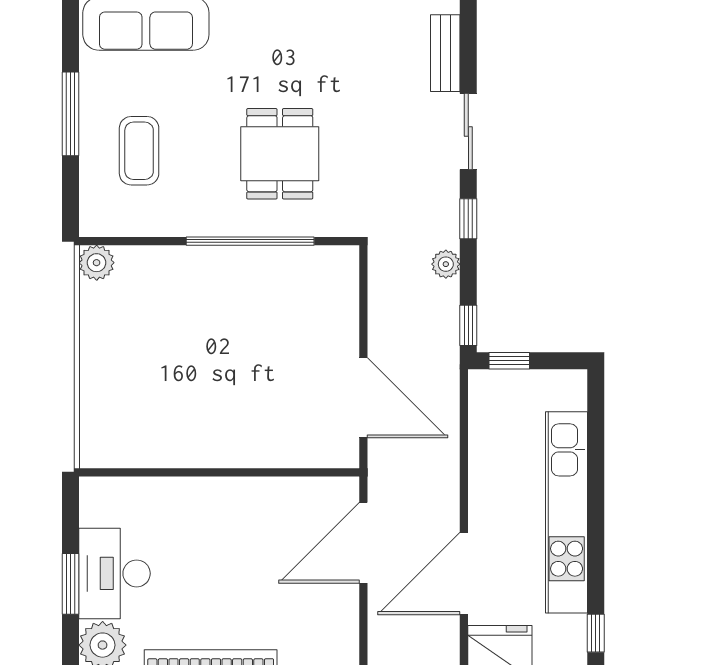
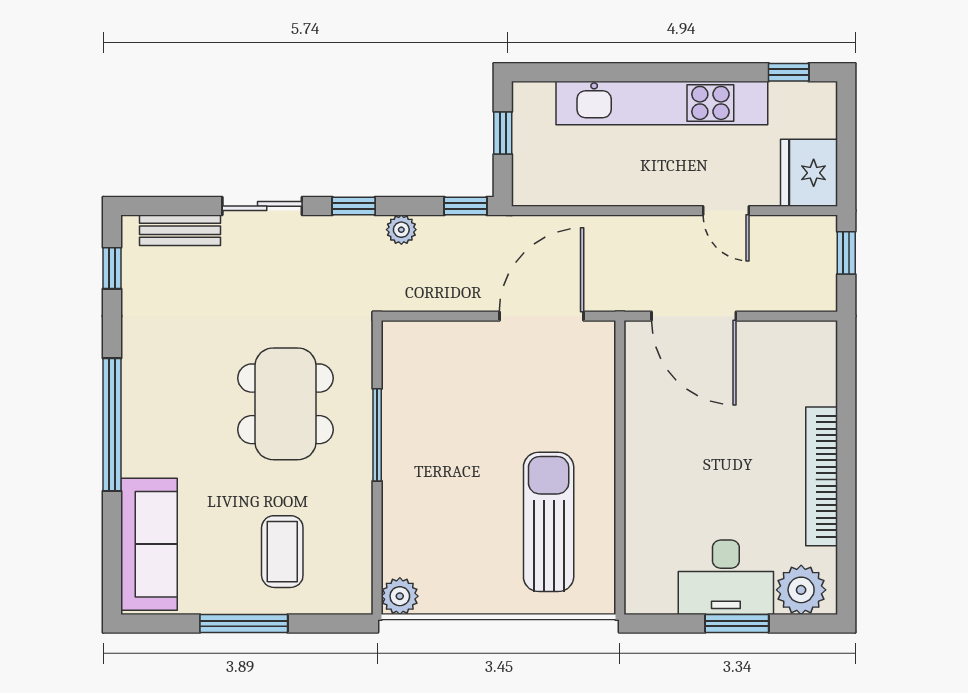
coffee table: (139, 151) -> (282, 552), turned 90
dining table: (280, 154) -> (285, 404), width x1.38
window: (250, 241) -> (377, 435), width x0.68
window: (509, 361) -> (503, 133), moved
sun lounger: (167, 404) -> (549, 522), added
door: (464, 574) -> (726, 211), width x0.53

